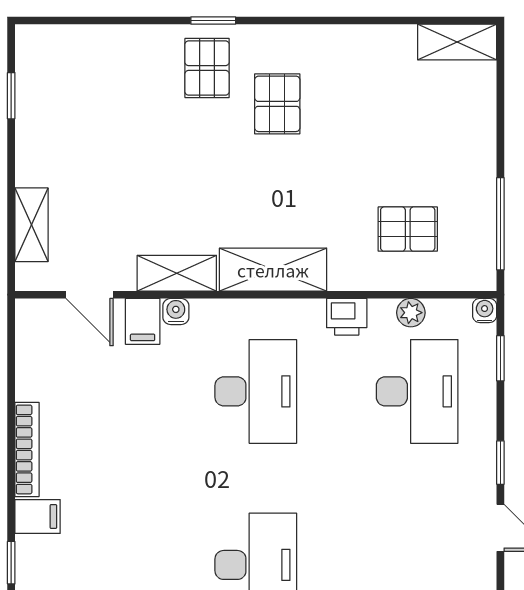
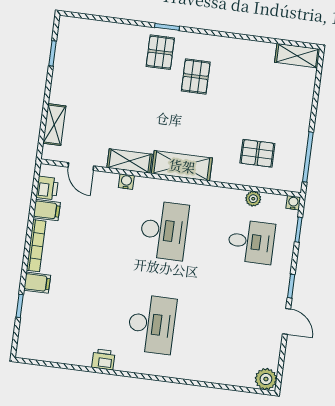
printer: (347, 317) -> (47, 188), moved, turned -90
filing cabinet: (143, 321) -> (47, 210), moved, turned -90
desk: (417, 391) -> (251, 242), width x0.73

